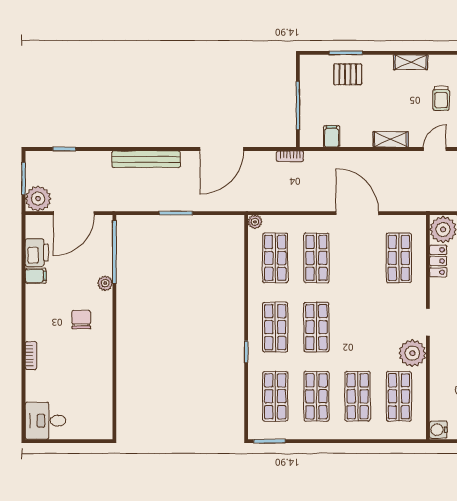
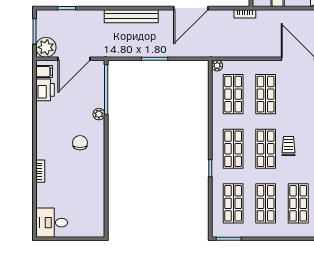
filing cabinet: (36, 276) -> (44, 72), moved
trolley: (345, 324) -> (289, 146), added

